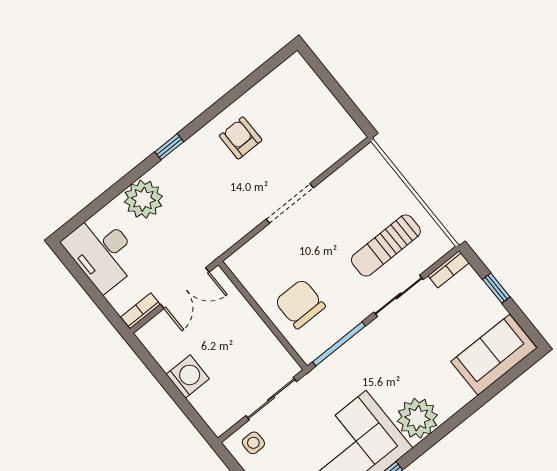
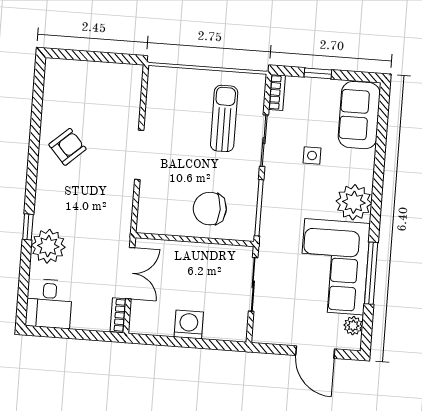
armchair: (241, 138) -> (67, 147), turned 138
window: (169, 147) -> (28, 227), moved
sun lounger: (386, 246) -> (224, 118), turned 180
desk: (102, 252) -> (49, 304), width x0.73
side table: (253, 443) -> (312, 155), moved

